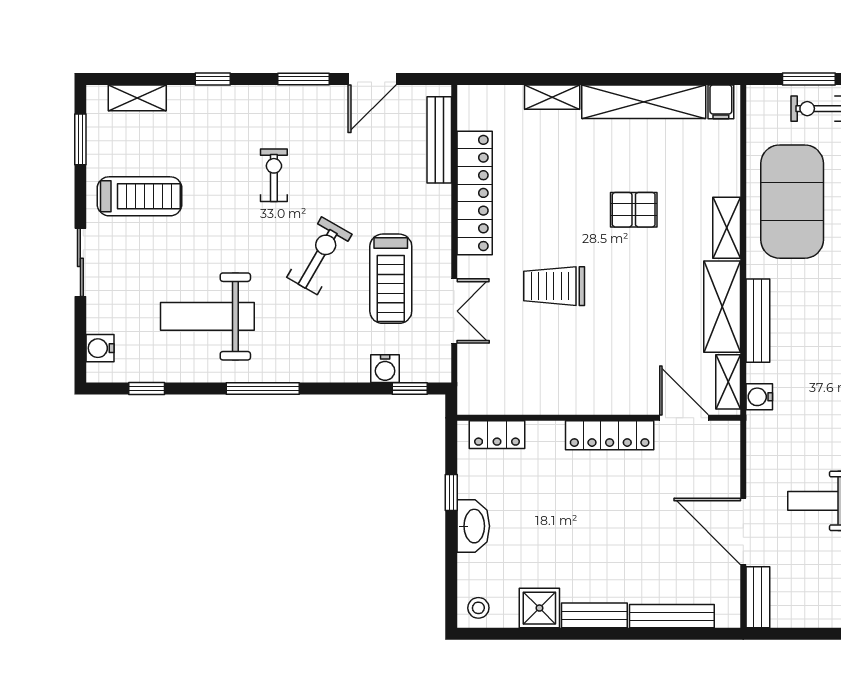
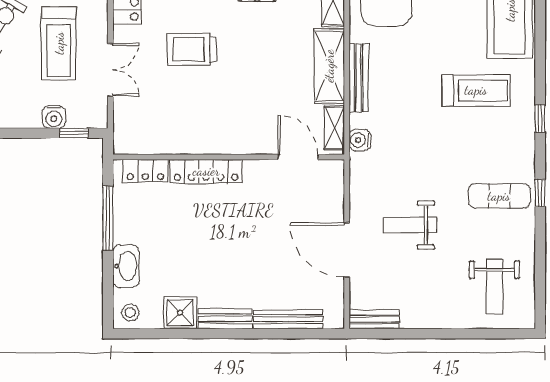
locker: (610, 435) -> (206, 171), moved
window: (451, 493) -> (108, 218), width x2.17
washbasin: (473, 526) -> (126, 266), moved
bench: (758, 597) -> (374, 319), moved, turned 90

